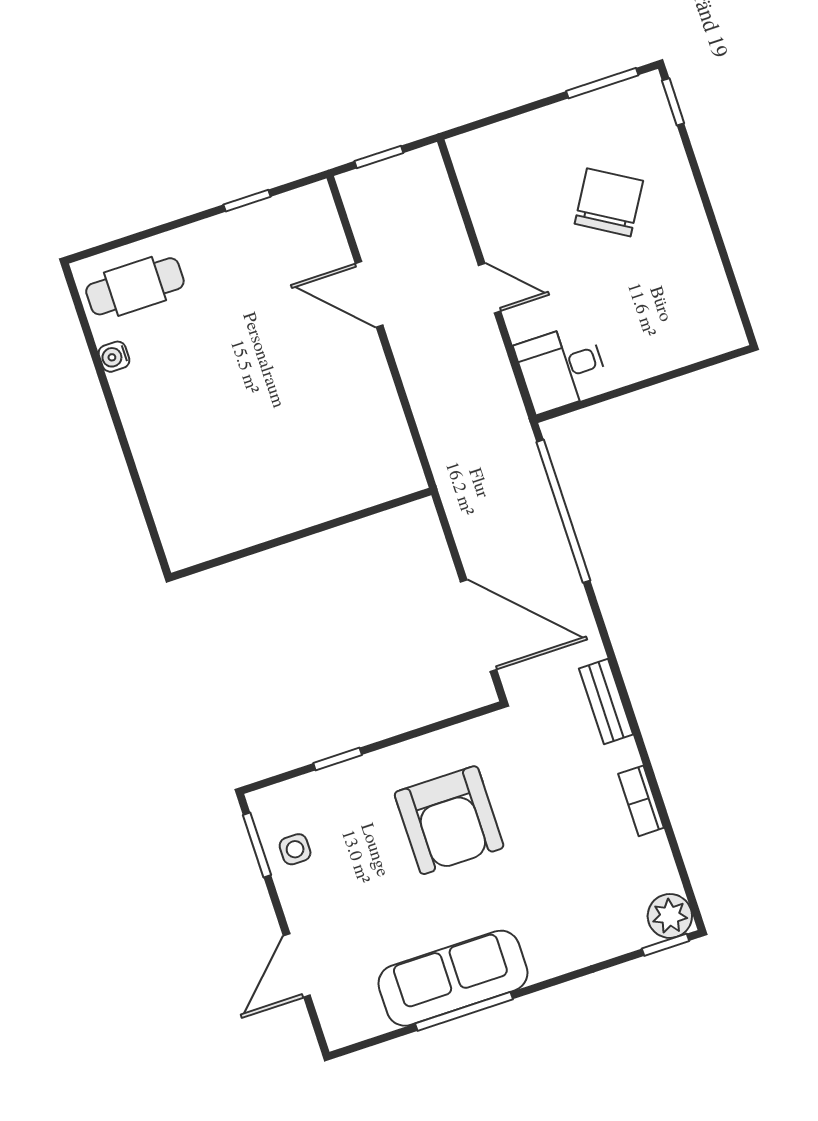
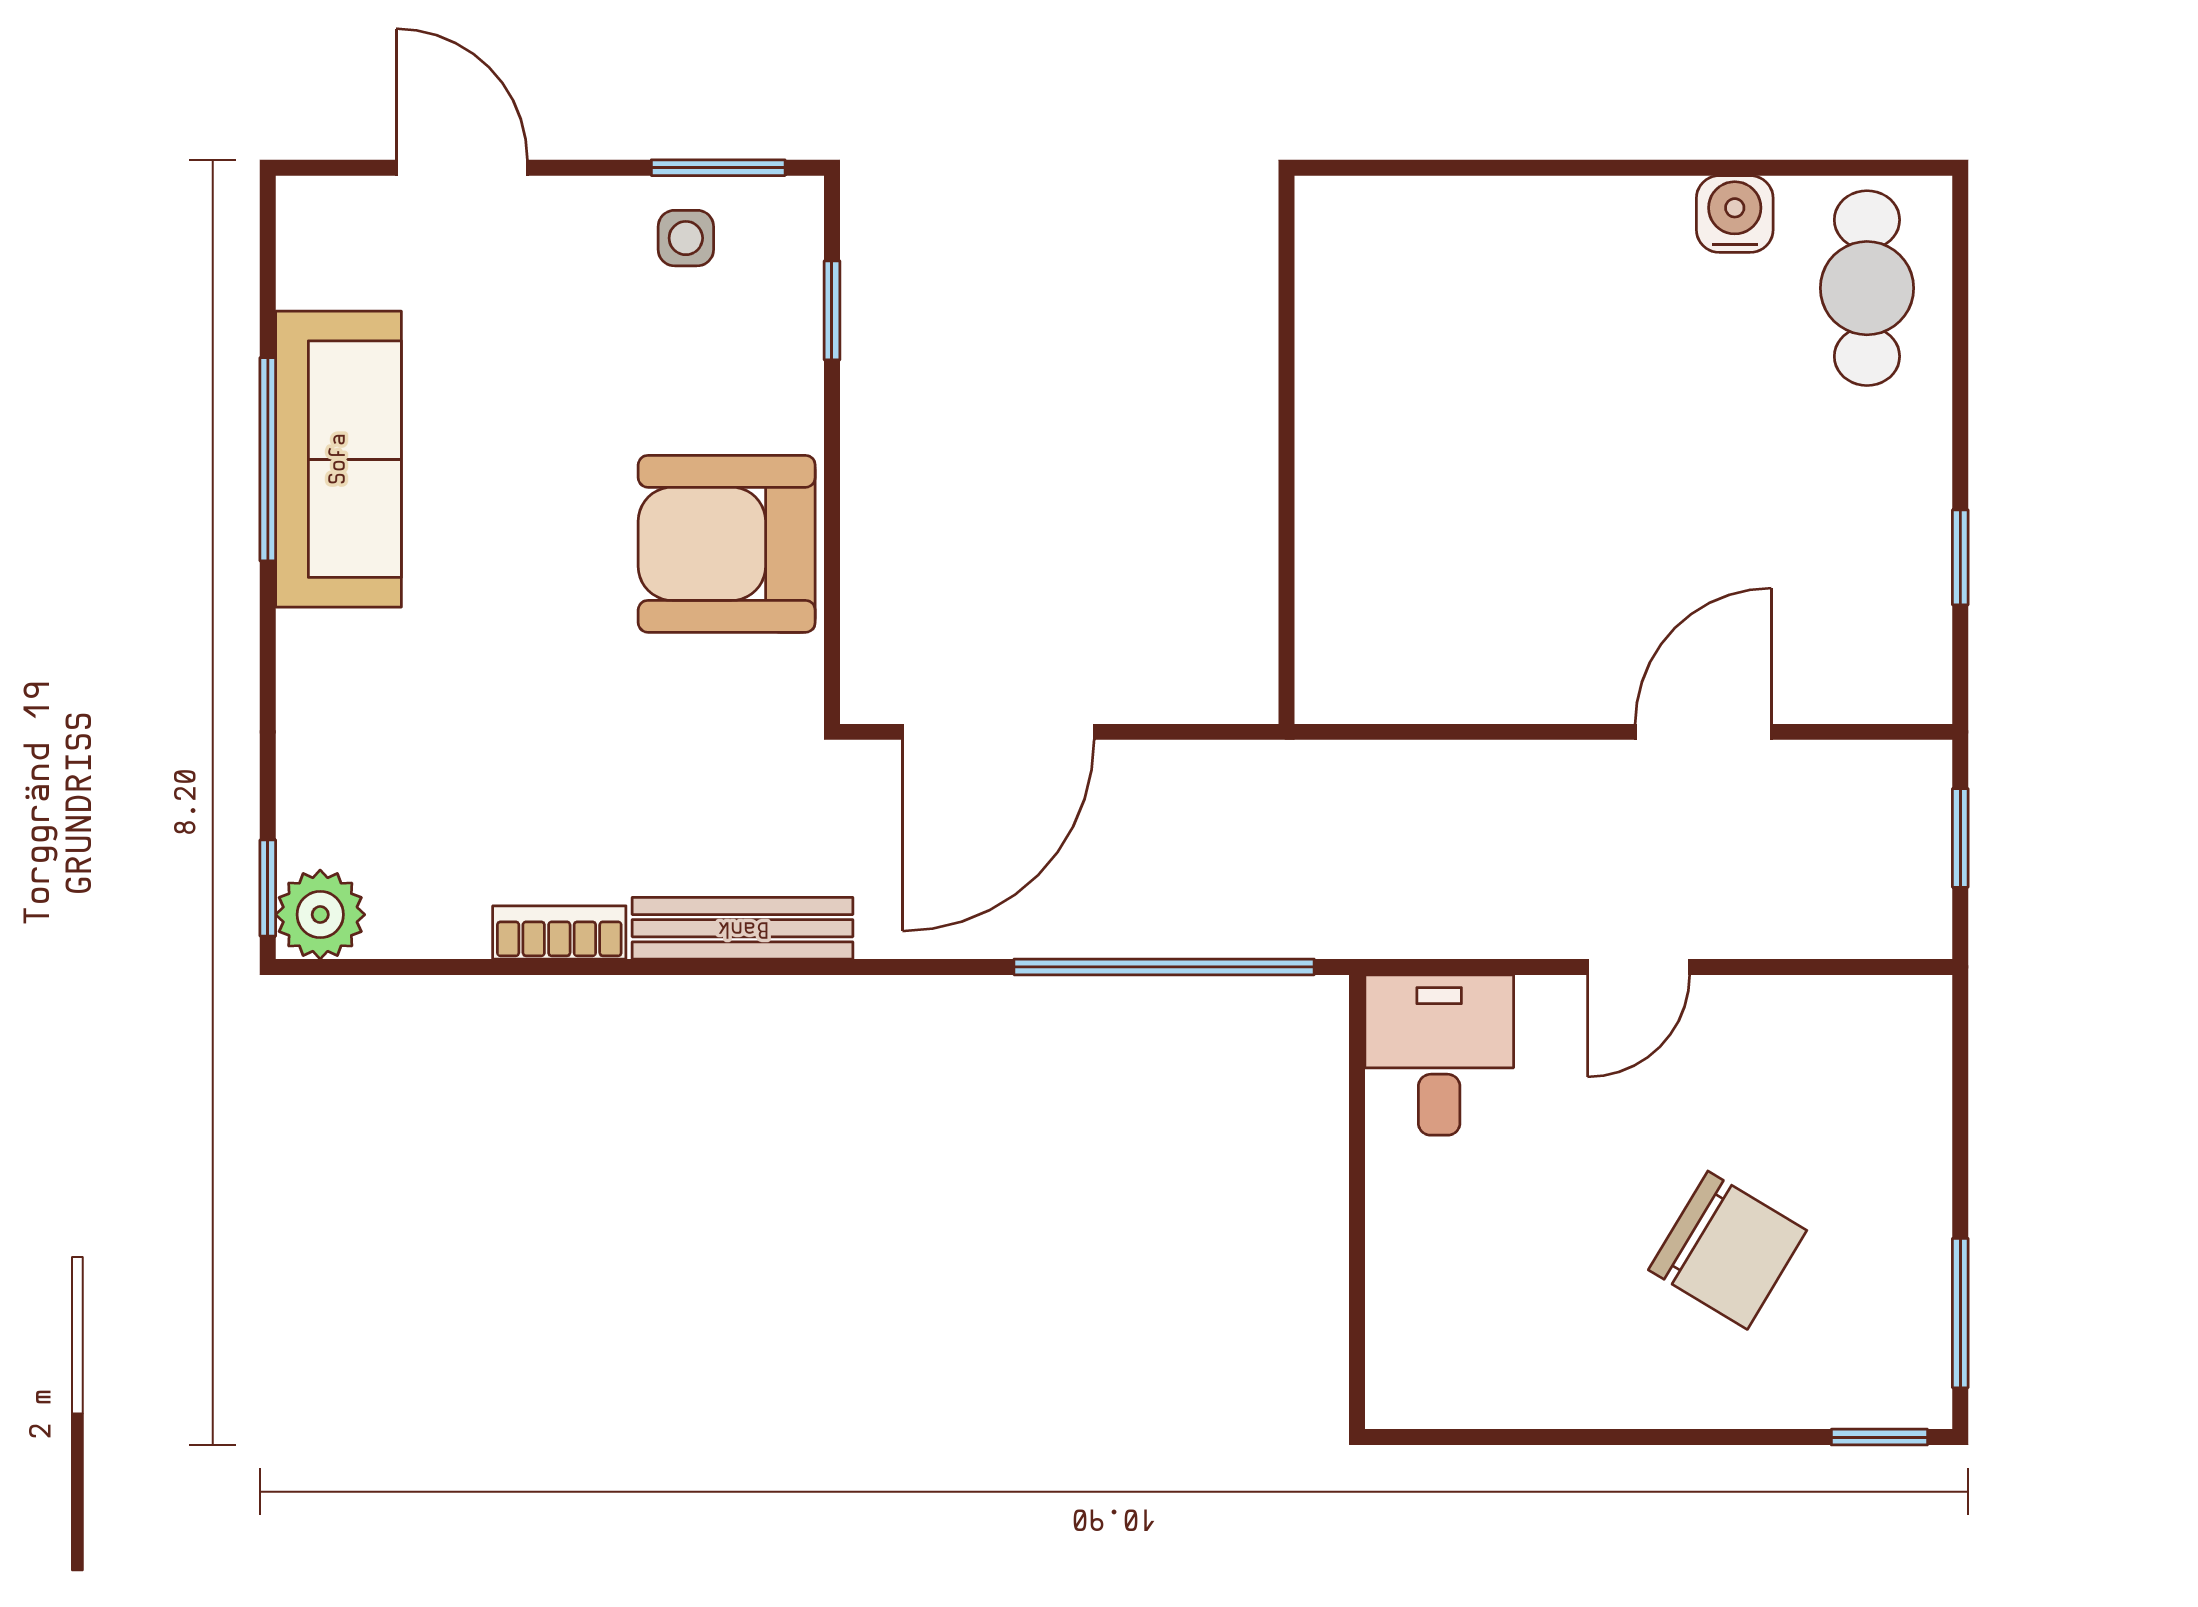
water cooler: (114, 357) -> (1735, 214), width x1.38, depth x1.38
bench: (606, 702) -> (743, 928), width x1.36
window: (338, 759) -> (832, 310), moved
armchair: (449, 820) -> (727, 544), moved

